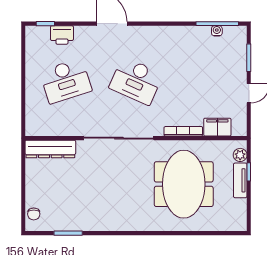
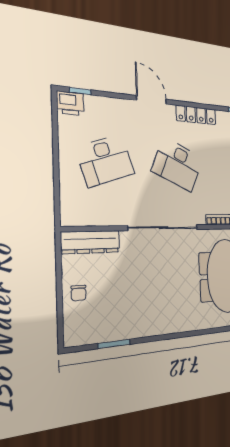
locker: (158, 33) -> (196, 115), added
printer: (62, 35) -> (70, 103), moved
chair: (34, 214) -> (79, 293), moved

